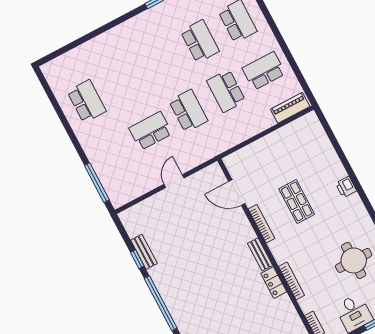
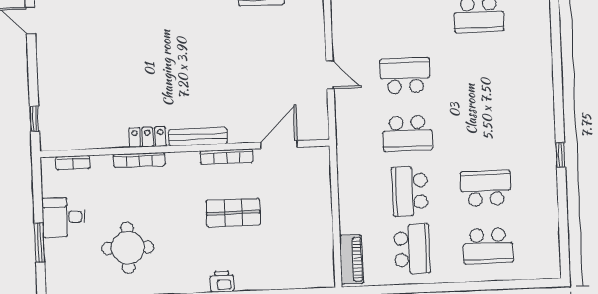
school desk: (200, 41) -> (486, 188), turned 180
school desk: (226, 91) -> (410, 191), turned -90
school desk: (151, 131) -> (405, 75), turned -90
bench: (260, 254) -> (198, 137), width x1.36

